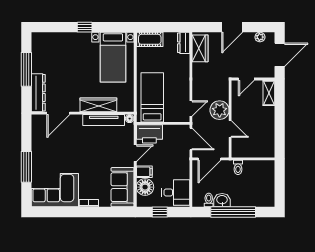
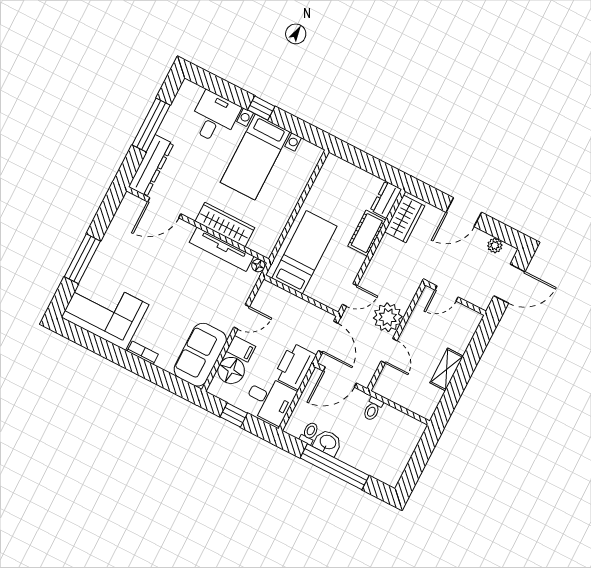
cot: (150, 39) -> (367, 233), moved, turned 90
desk: (60, 46) -> (214, 117), added
bed with nightstands: (113, 57) -> (255, 157), moved
shelving: (269, 93) -> (447, 369), moved
printer: (149, 134) -> (295, 366), moved, turned 90

